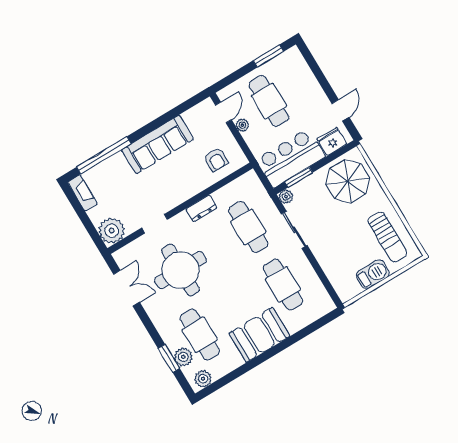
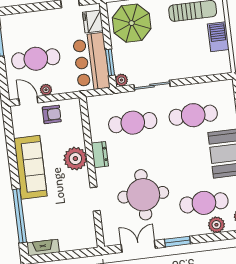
armchair: (216, 160) -> (52, 114), moved
plant: (112, 231) -> (75, 159), moved
window: (169, 358) -> (177, 242), moved

